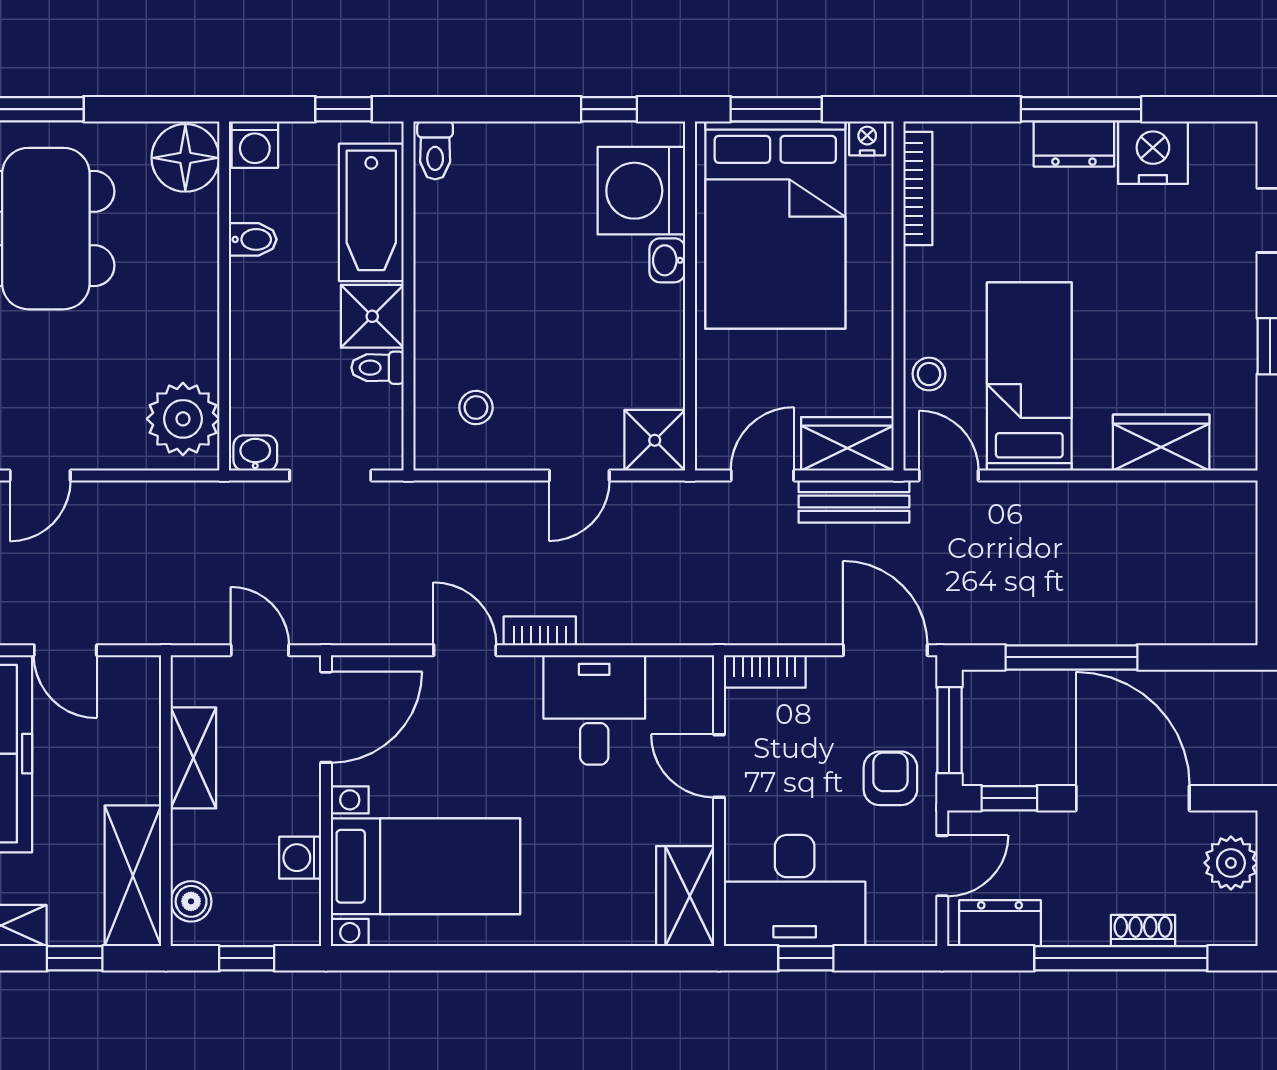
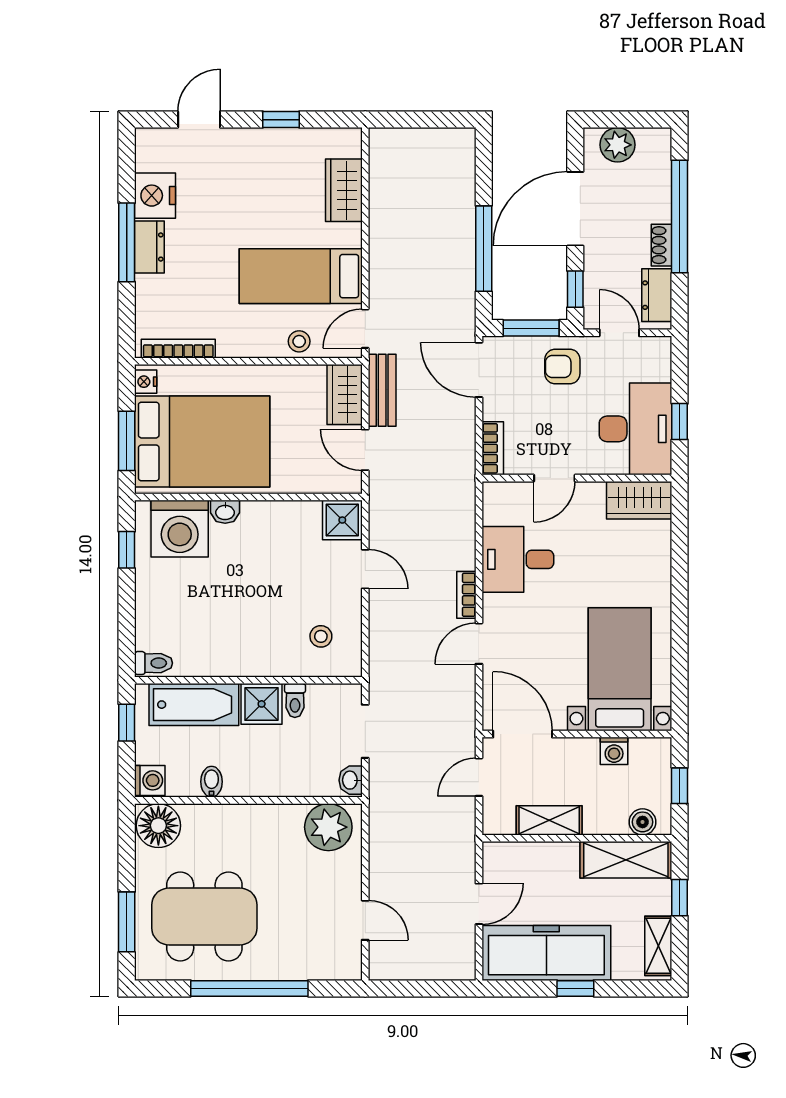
door: (885, 650) -> (479, 370), hinge flipped
shoe rack: (1143, 931) -> (662, 245), moved

